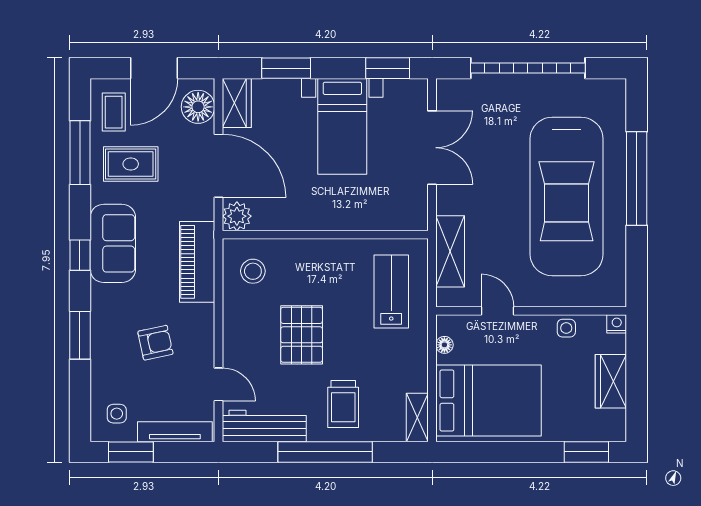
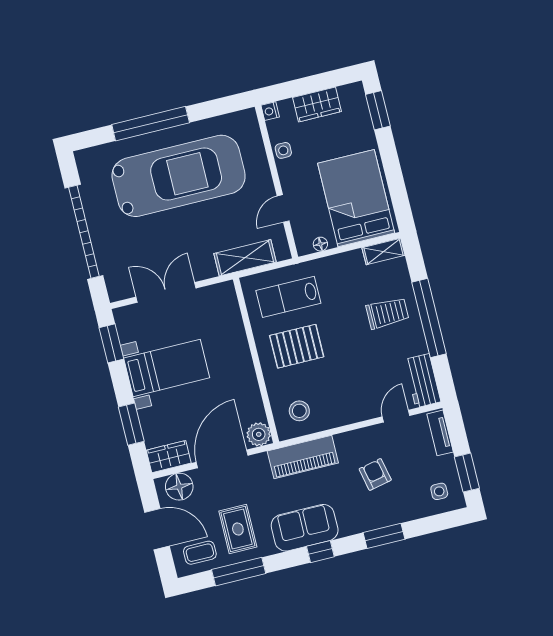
pallet: (302, 335) -> (297, 346), moved
workbench: (264, 426) -> (422, 381), width x0.73
tv unit: (175, 432) -> (440, 433), width x0.71

